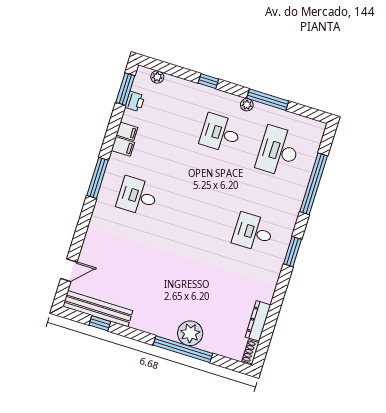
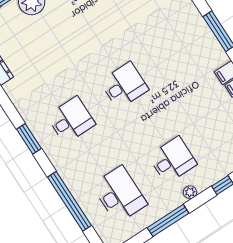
plant: (247, 105) -> (190, 192), moved
desk: (137, 196) -> (124, 86), moved

